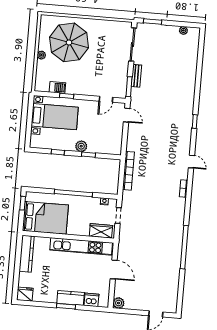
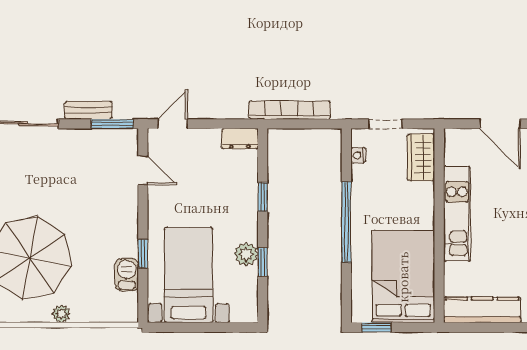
plant: (81, 146) -> (246, 254), moved
dresser: (117, 146) -> (240, 139), added
kitchen unit: (81, 246) -> (457, 214), width x0.73
door: (114, 270) -> (500, 124), swing flipped

